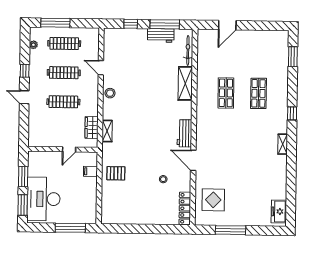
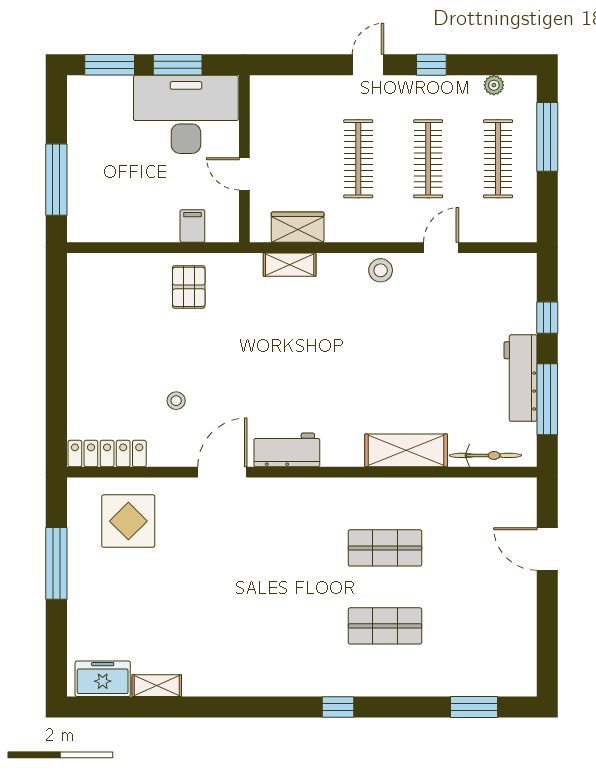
workbench: (161, 35) -> (520, 378), width x1.38
shelving: (283, 144) -> (157, 686), moved
desk: (43, 199) -> (186, 114), moved

